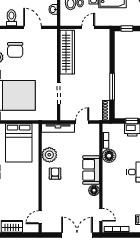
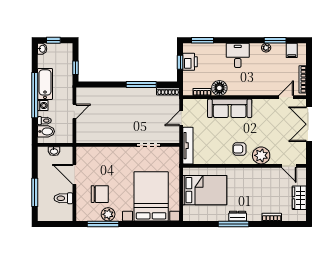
door: (33, 27) -> (74, 174), hinge flipped
door: (88, 27) -> (74, 111), swing flipped
wardrobe: (67, 52) -> (102, 135), removed
door: (82, 122) -> (181, 118), hinge flipped
plant: (49, 155) -> (261, 155), moved
sofa: (91, 170) -> (230, 108), width x1.36
floor lamp: (94, 190) -> (259, 105), removed

